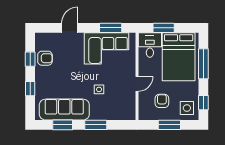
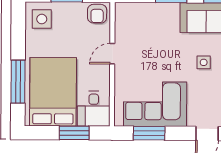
side table: (99, 89) -> (204, 62), moved
armchair: (162, 101) -> (97, 14), moved
window: (203, 103) -> (18, 27), removed

